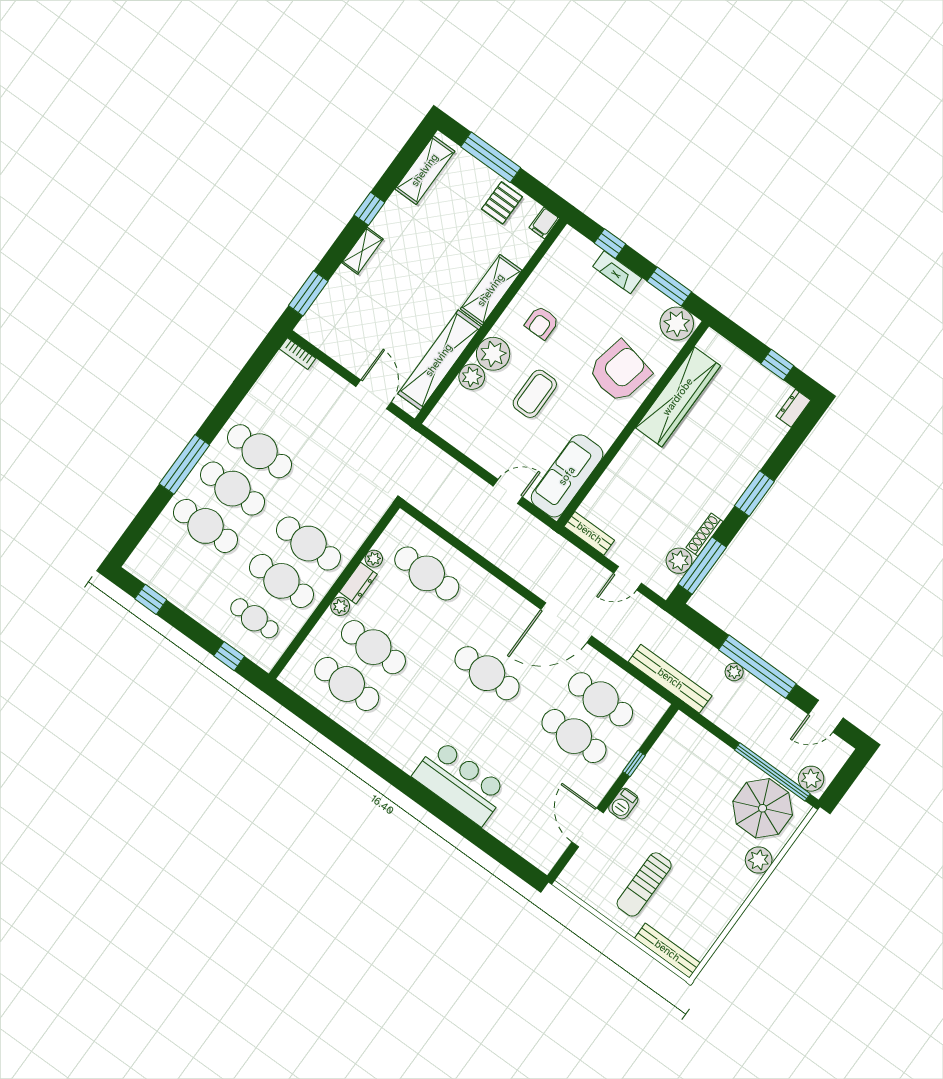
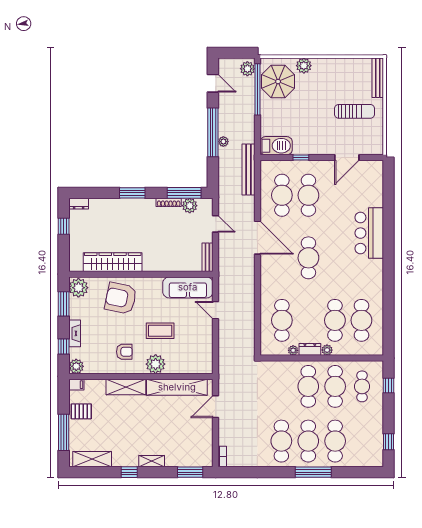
plant: (472, 377) -> (76, 366), moved
barbecue: (623, 804) -> (276, 146), moved, width x1.88, depth x1.53

